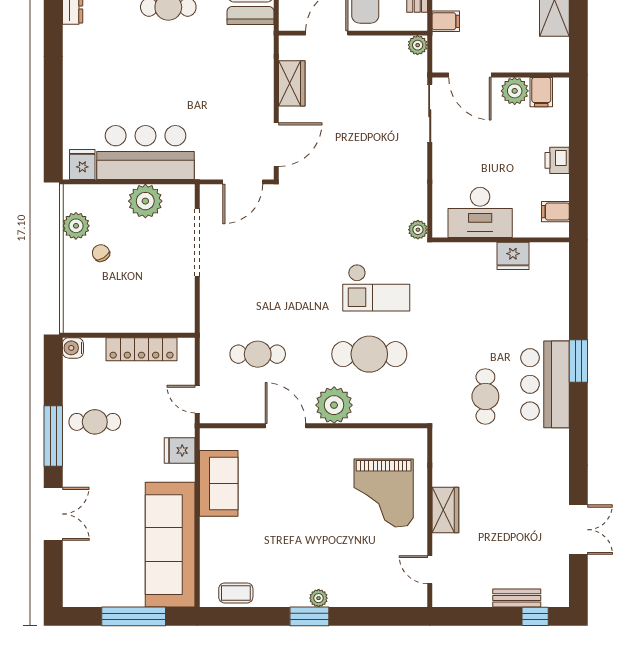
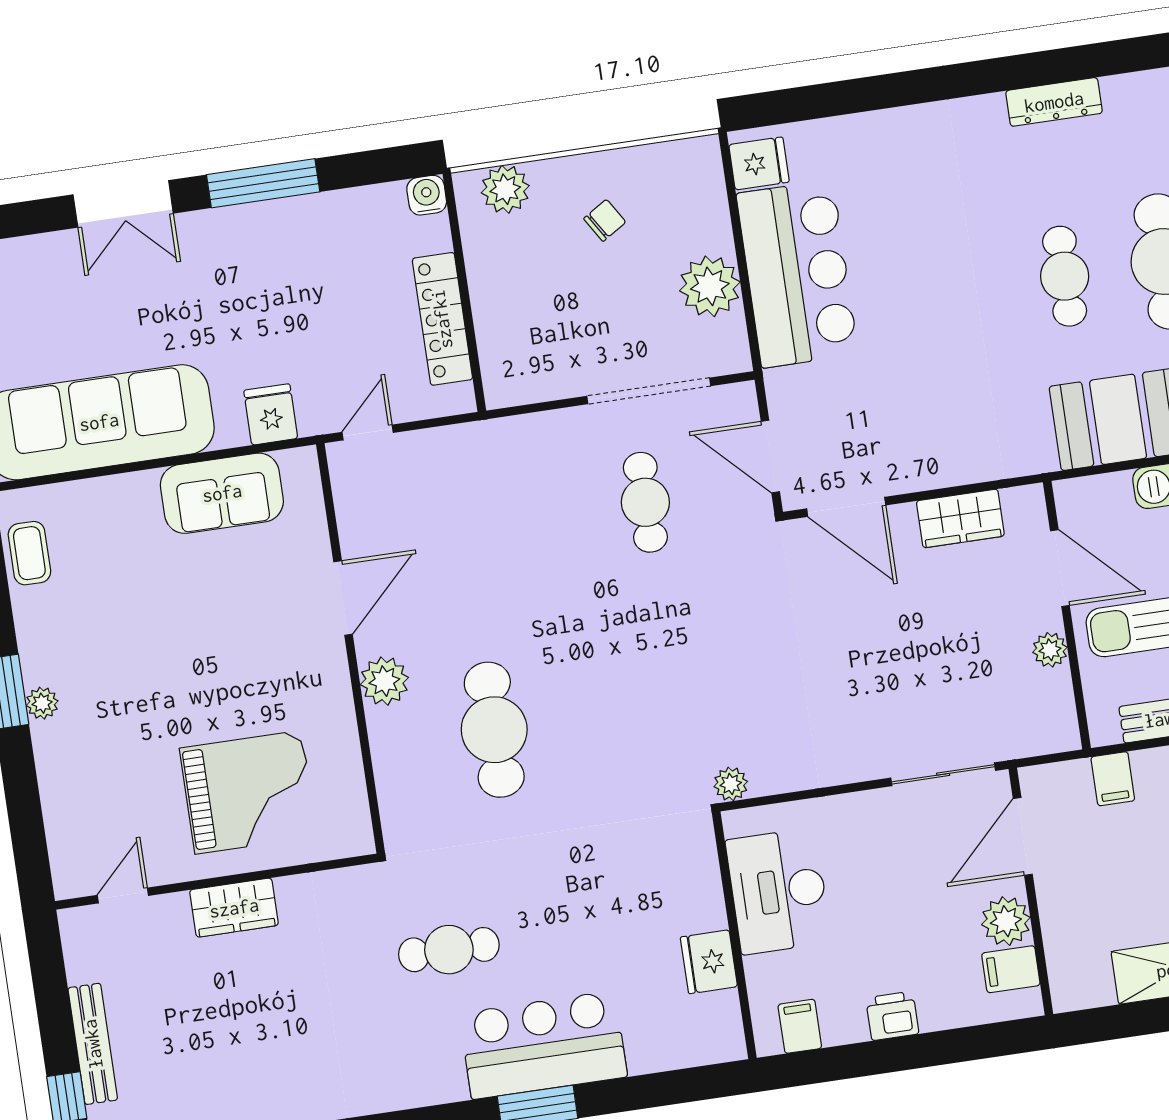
plant: (418, 45) -> (1050, 650), moved
plant: (76, 226) -> (505, 189), moved
checkout: (376, 288) -> (615, 725), removed
cafe table: (258, 354) -> (645, 502), moved
bar counter: (545, 384) -> (543, 1045), moved
plant: (334, 405) -> (384, 681), width x0.73, depth x0.73
cafe table: (95, 422) -> (299, 254), removed
grand piano: (384, 493) -> (248, 792), turned 180
bench: (517, 598) -> (93, 1044), width x1.36

